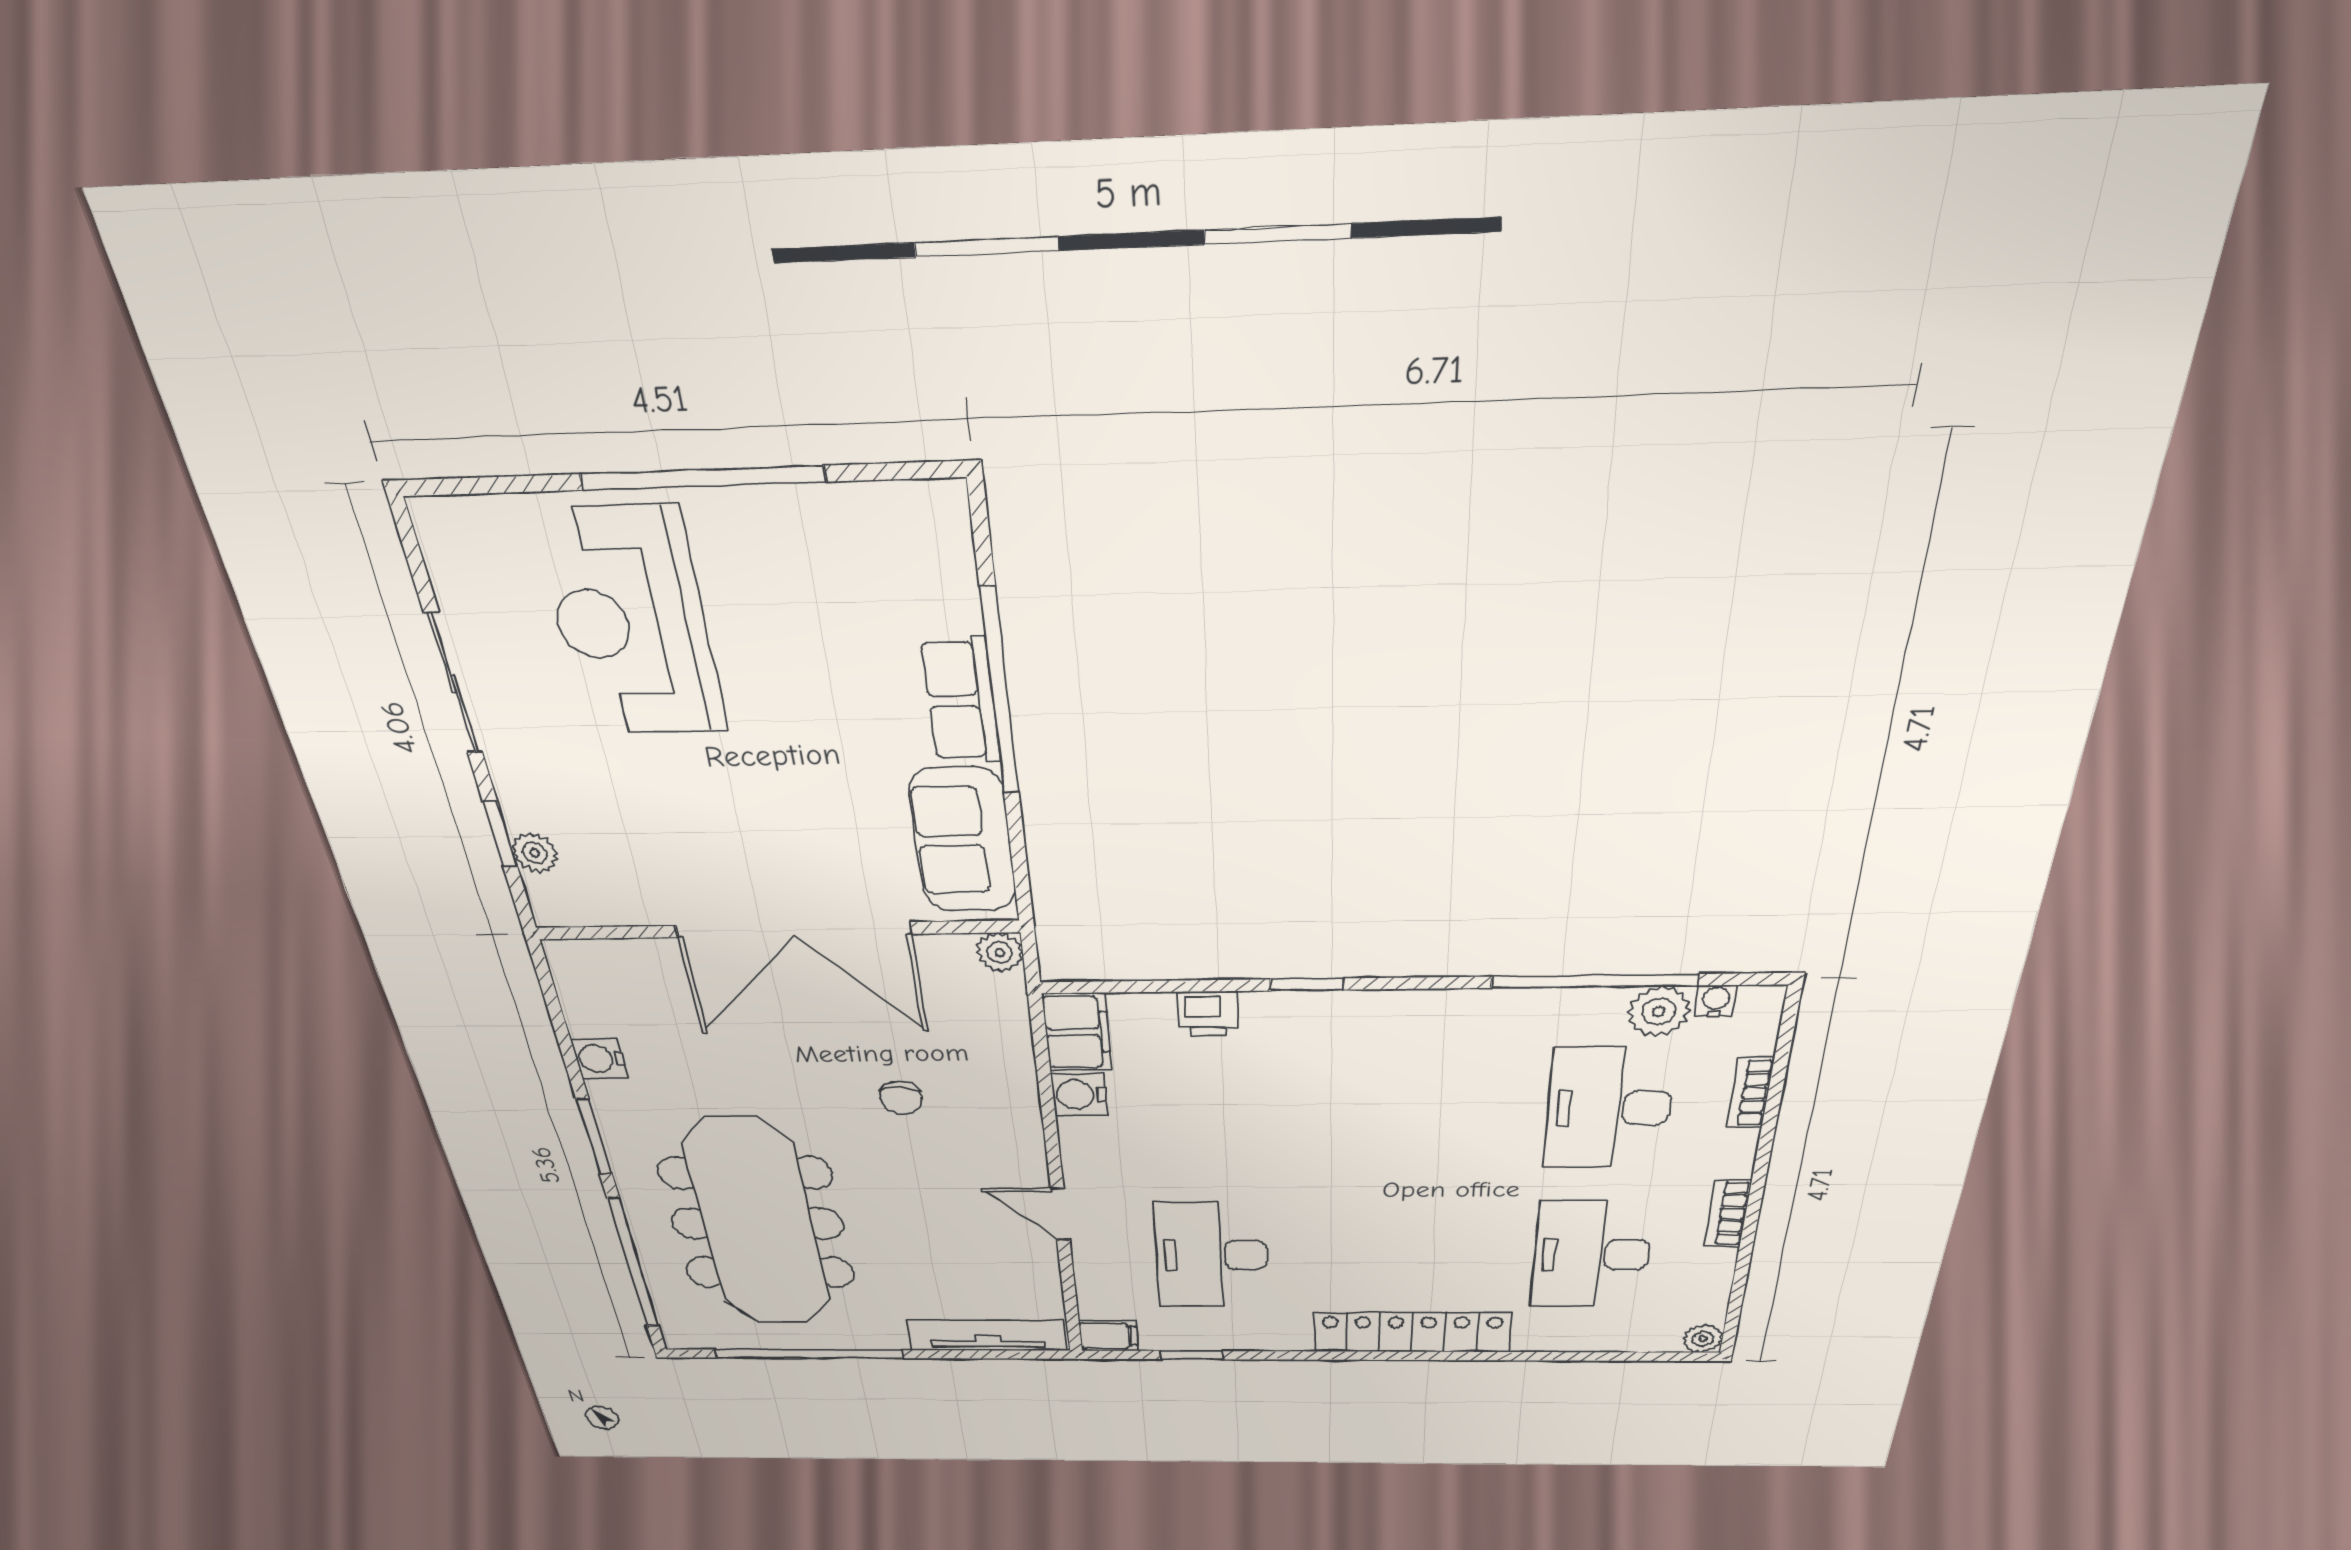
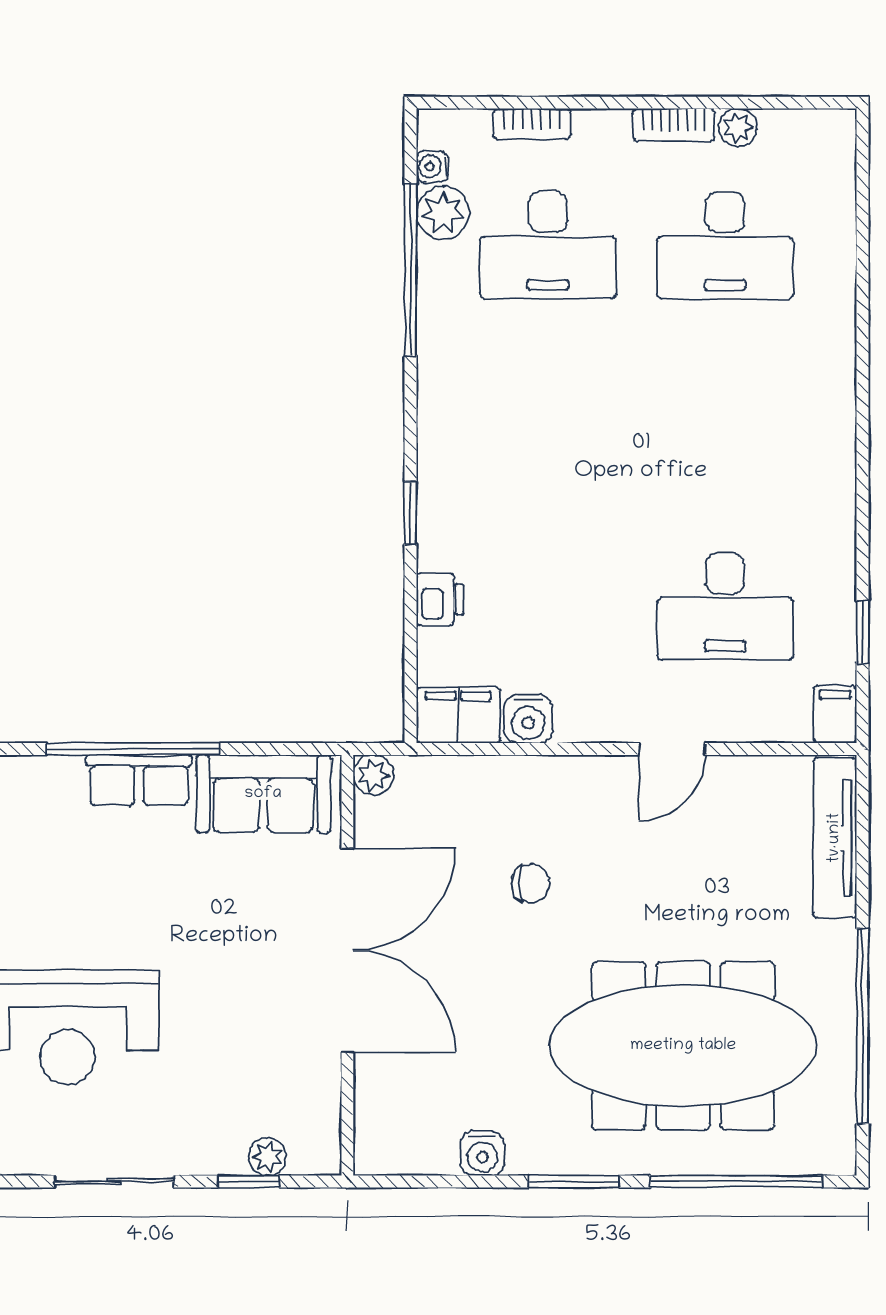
locker: (1412, 1332) -> (829, 411), removed
plant: (1703, 1339) -> (738, 128), moved

